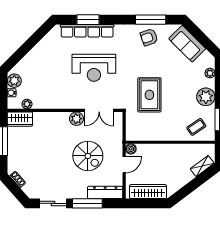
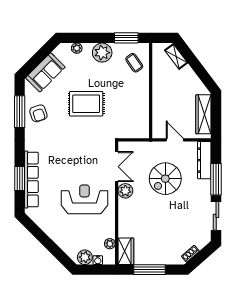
reception desk: (94, 68) -> (84, 199), moved, turned -90
rug: (149, 95) -> (86, 104), moved
boiler: (131, 149) -> (158, 133), removed
spiral stairs: (88, 156) -> (165, 179), turned 180

